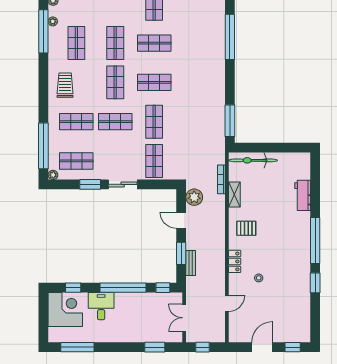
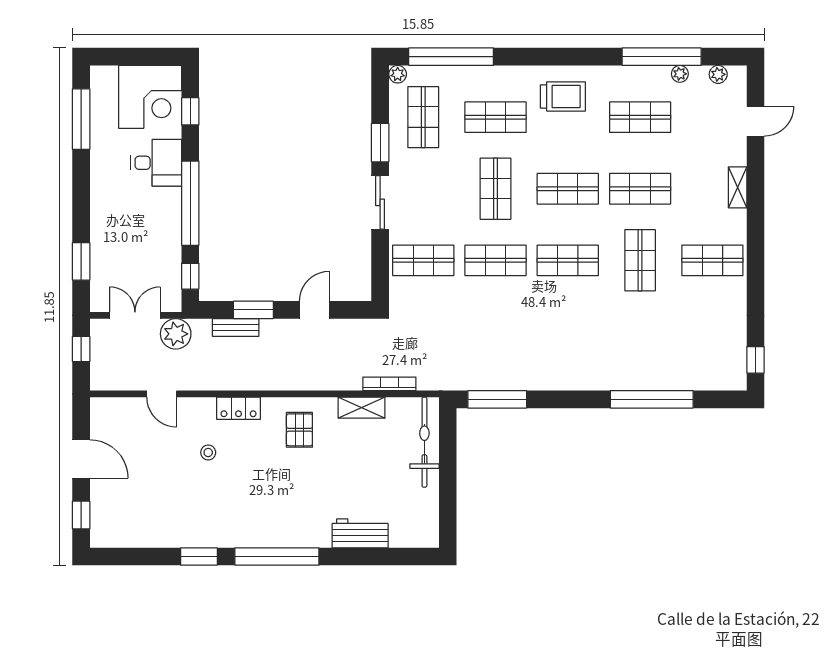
shop shelf: (154, 82) -> (568, 260), turned 90
shop shelf: (76, 122) -> (496, 117), turned 90
plant: (194, 197) -> (176, 334), moved

